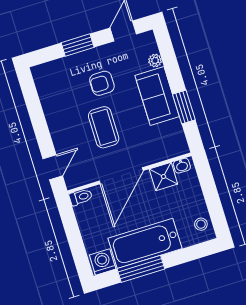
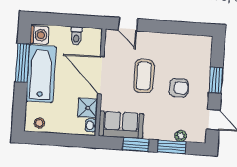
window: (171, 66) -> (172, 147), added
armchair: (102, 83) -> (179, 88), turned 90
sofa: (157, 96) -> (121, 125), moved
coffee table: (104, 127) -> (144, 76), turned 90
toilet: (81, 197) -> (76, 36), moved

